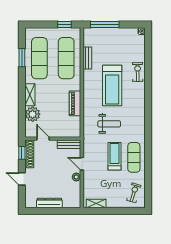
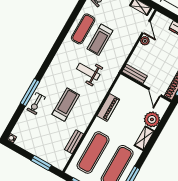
window: (105, 25) -> (41, 163), width x0.69
window: (148, 78) -> (30, 92), added
treadmill: (112, 85) -> (66, 105), width x0.73, depth x0.73
door: (82, 164) -> (146, 27), moved

